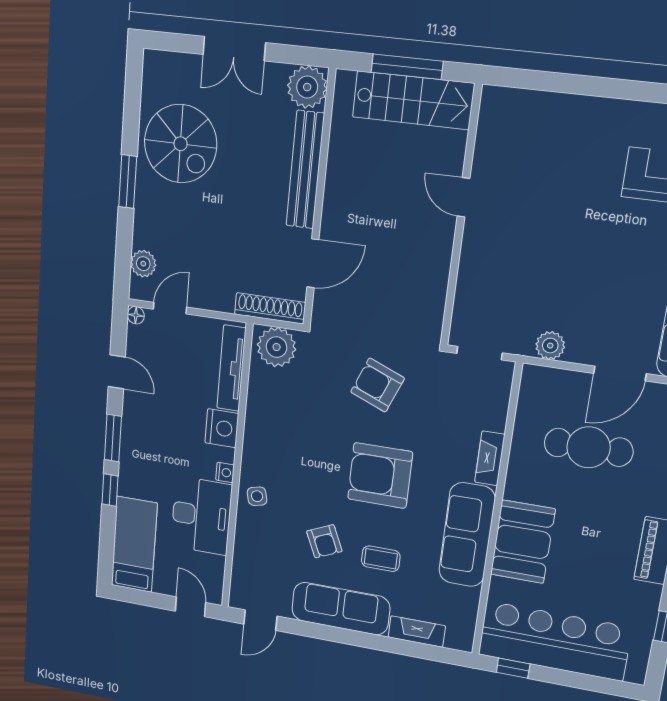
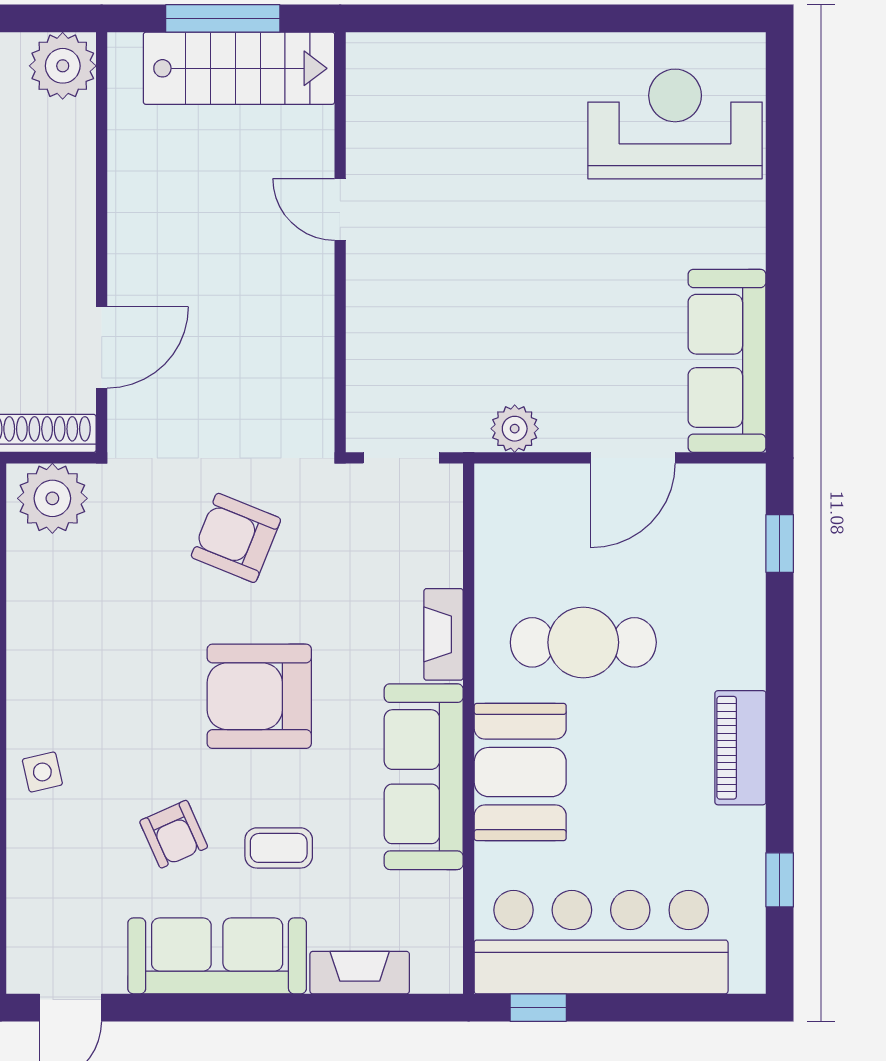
bench: (305, 170) -> (73, 197), removed
cafe table: (589, 447) -> (583, 642), moved

